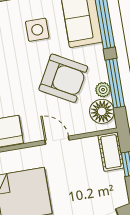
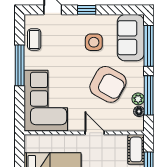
floor lamp: (102, 111) -> (139, 111), width x0.53, depth x0.53

